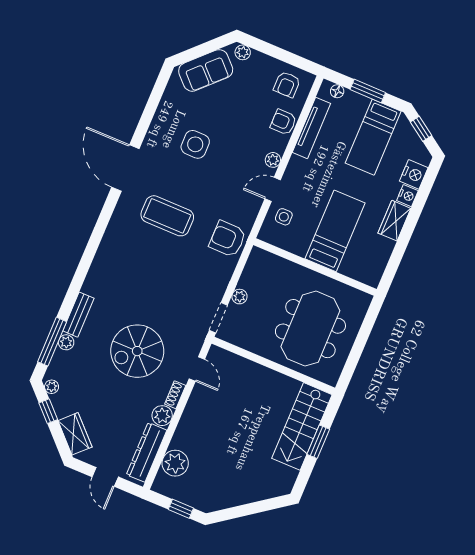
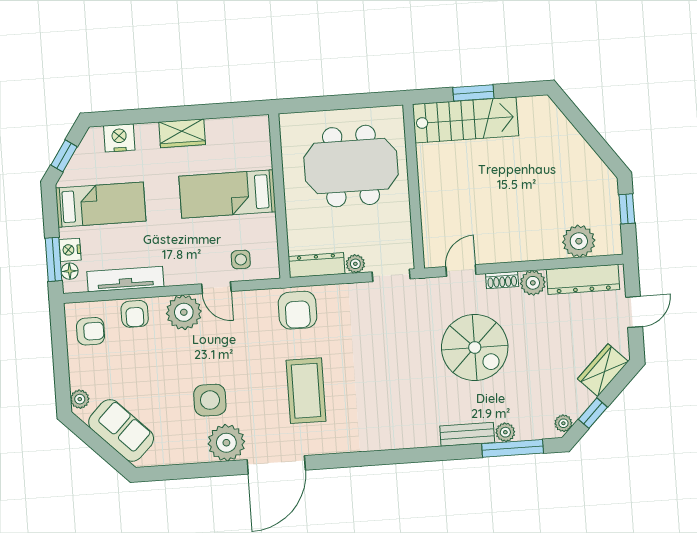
window: (368, 91) -> (54, 259), moved
plant: (159, 141) -> (226, 443), added
plant: (273, 160) -> (184, 312), width x1.87, depth x1.87
nightstand: (407, 196) -> (70, 250), moved, turned -90
dresser: (253, 268) -> (317, 265), added

